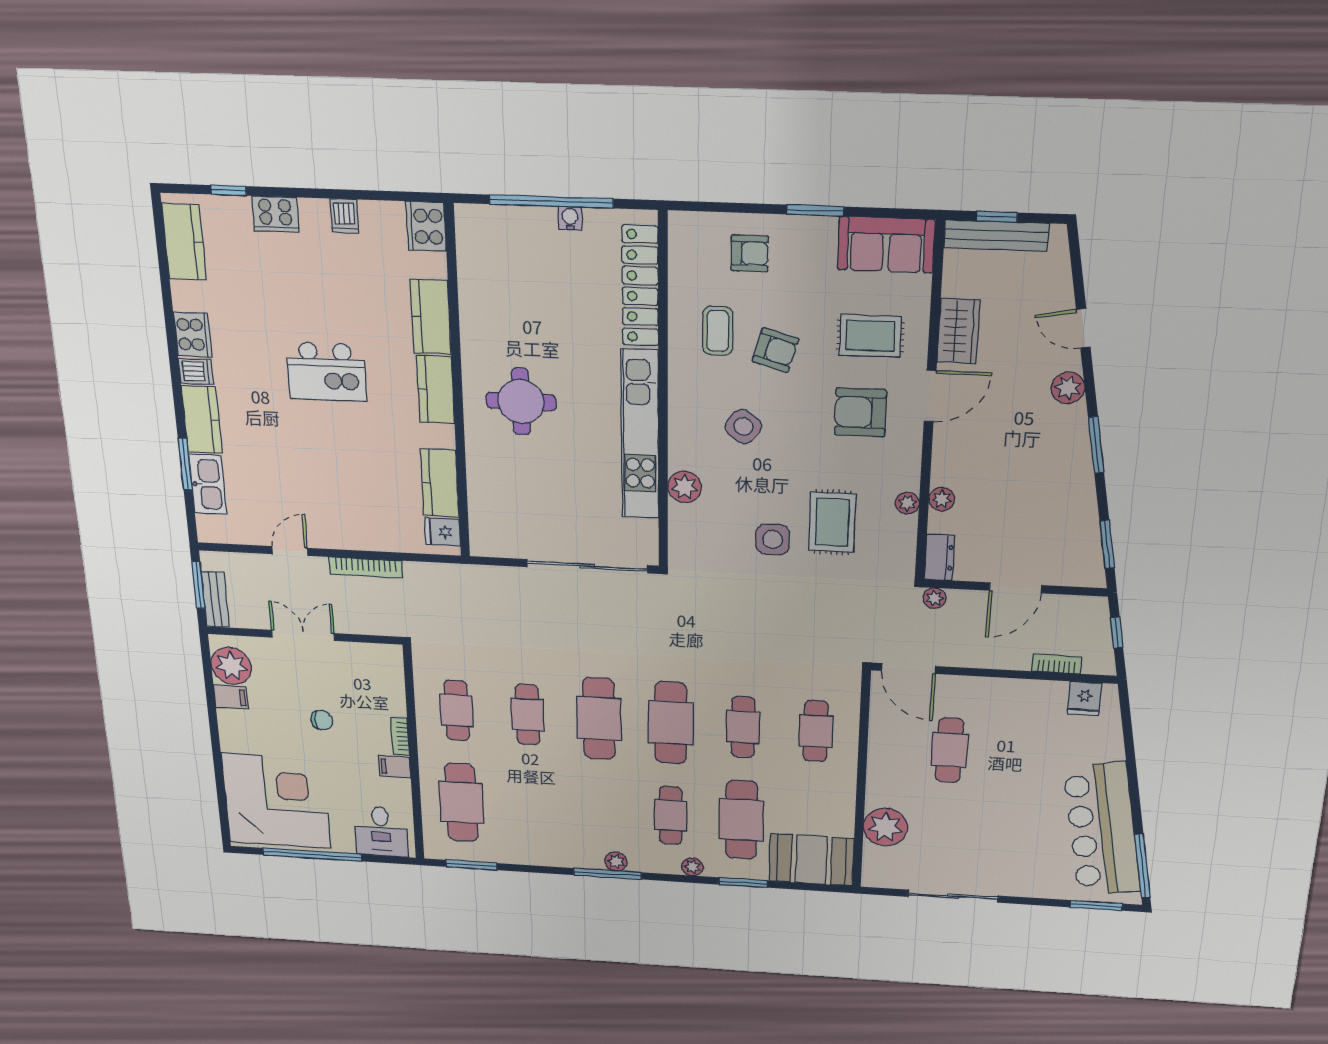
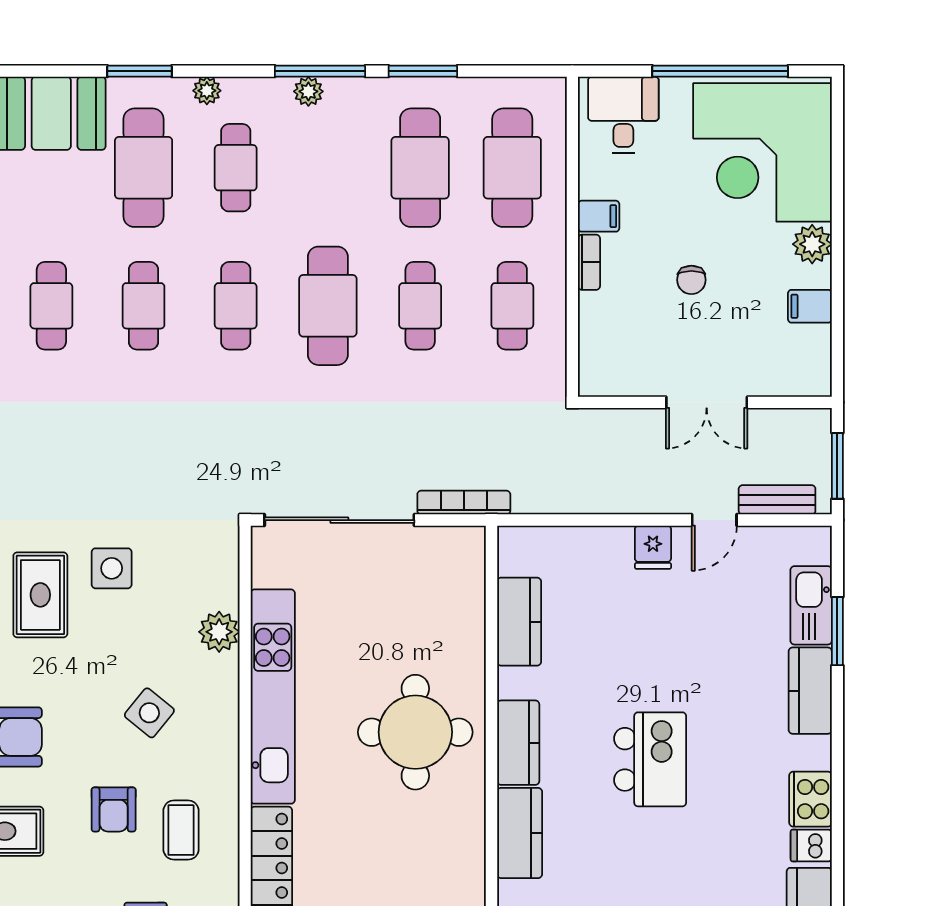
armchair: (775, 350) -> (114, 809), turned -106
dishwasher: (196, 371) -> (811, 846), moved
kitchen island: (326, 372) -> (650, 759), turned 90
round table: (521, 401) -> (415, 732), width x1.36, depth x1.36
fridge: (443, 532) -> (653, 547), moved, turned 90
bookcase: (366, 568) -> (464, 503), moved
bench: (215, 599) -> (777, 500), moved, turned 90
plant: (231, 666) -> (812, 244), moved, width x0.73, depth x0.73
chair: (322, 720) -> (691, 280), turned -90
cafe table: (671, 723) -> (236, 306), width x0.73, depth x0.74
cafe table: (531, 807) -> (420, 168), added
window: (472, 865) -> (423, 71), moved

